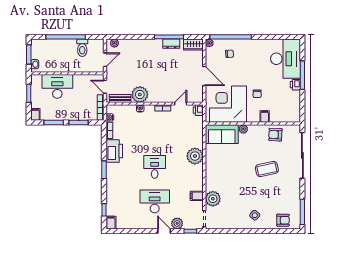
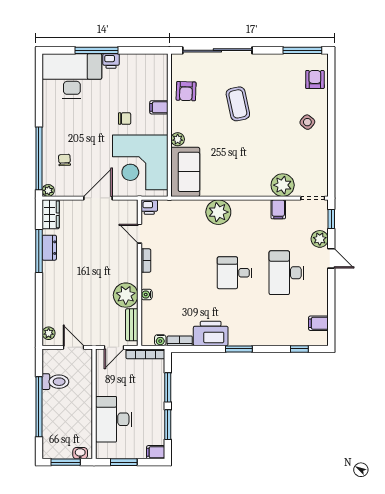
filing cabinet: (111, 223) -> (318, 323), moved
door: (164, 231) -> (331, 258), swing flipped

